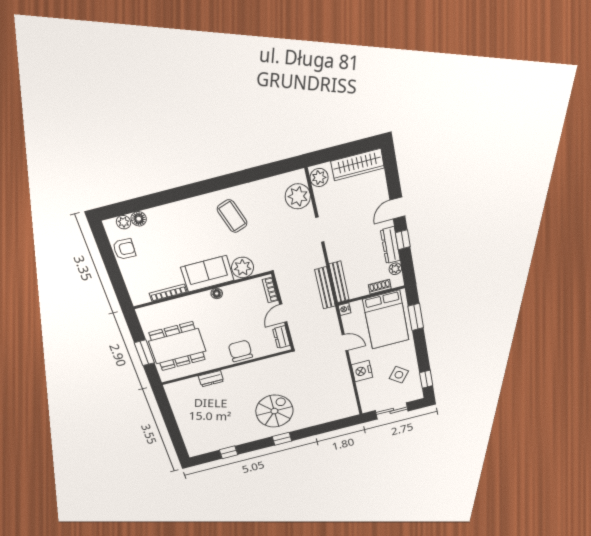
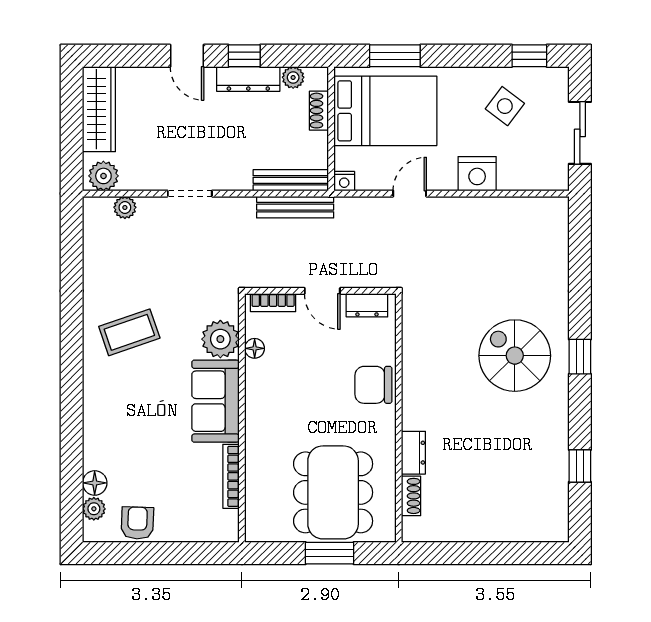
plant: (298, 196) -> (125, 207), width x0.53, depth x0.53
floor lamp: (217, 293) -> (255, 348), moved
shoe rack: (188, 383) -> (411, 496), added

